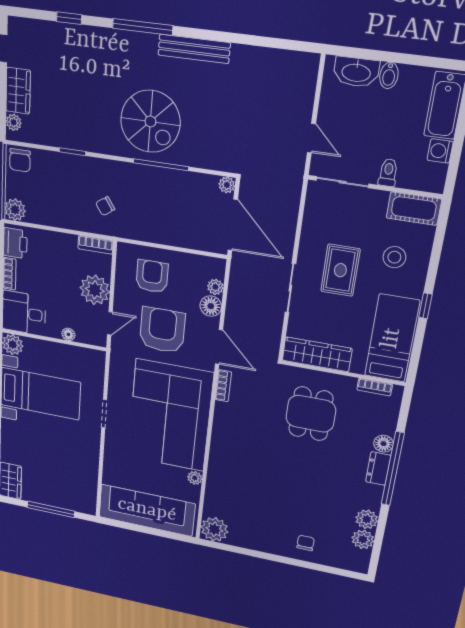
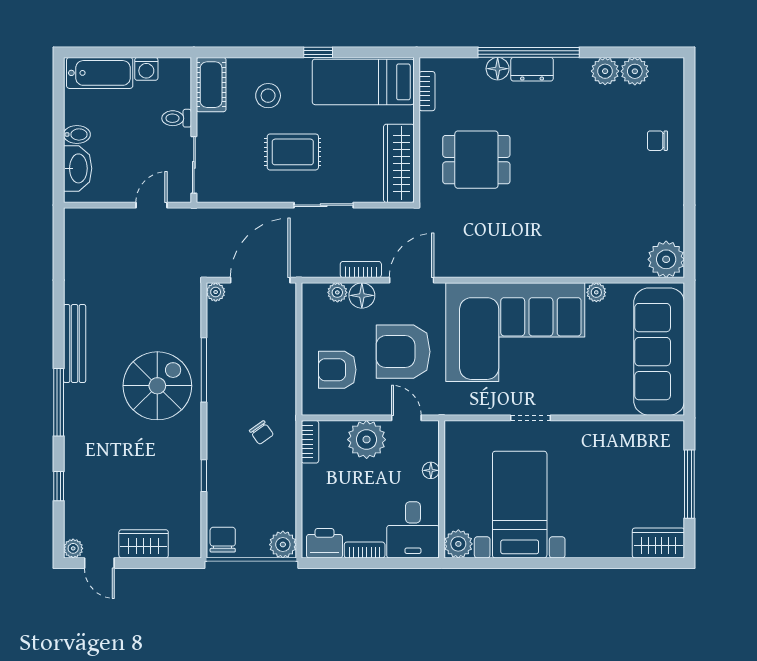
plant: (14, 122) -> (73, 548), moved
chair: (20, 160) -> (223, 540), turned -90
bookcase: (223, 386) -> (361, 270), moved

